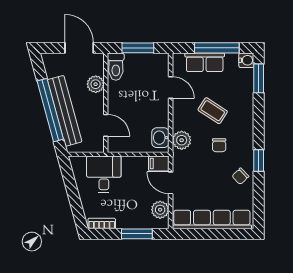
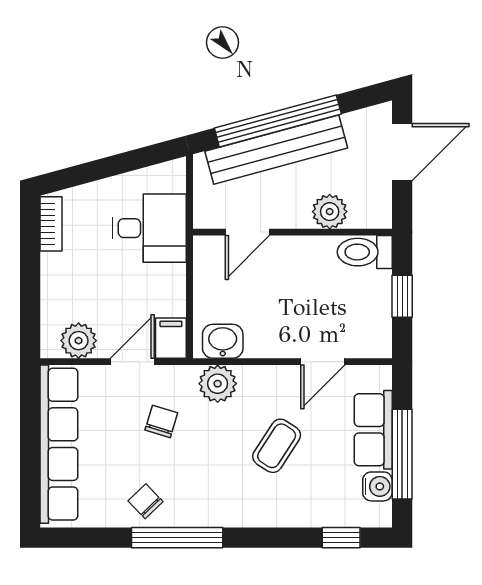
door: (79, 48) -> (402, 152), moved
window: (138, 48) -> (402, 296), width x0.67
water cooler: (246, 60) -> (377, 486), moved, turned -90
window: (259, 78) -> (341, 538), width x0.67
chair: (219, 145) -> (161, 421), moved, turned 107
window: (259, 160) -> (177, 538), width x2.17
window: (137, 234) -> (30, 294), removed

